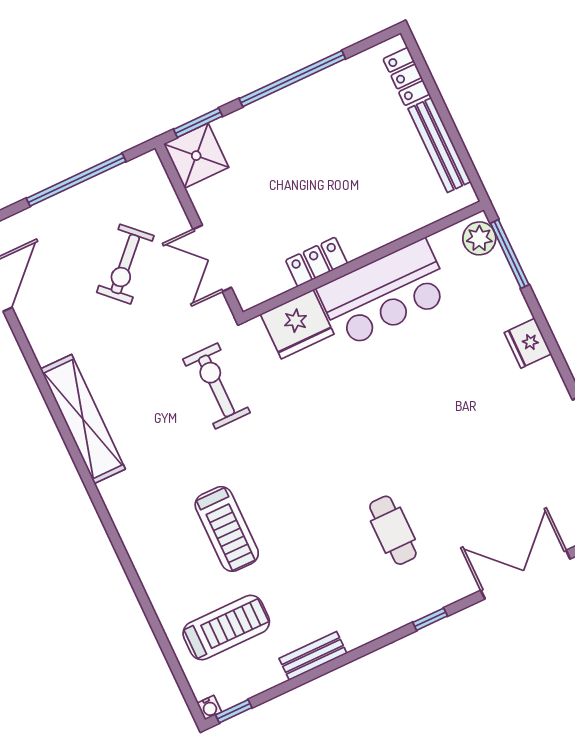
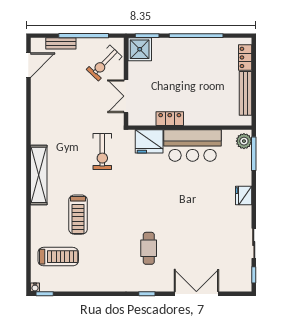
exercise bike: (125, 264) -> (104, 63), moved
exercise bike: (217, 386) -> (102, 152), turned 180
shelving: (83, 419) -> (39, 175), moved
bench: (313, 656) -> (61, 43), moved

